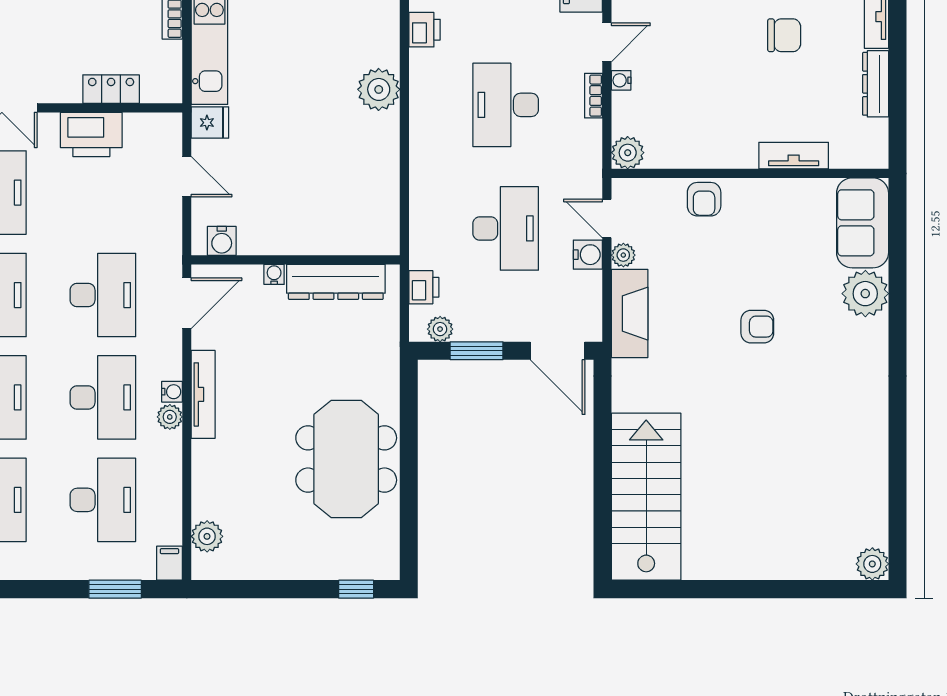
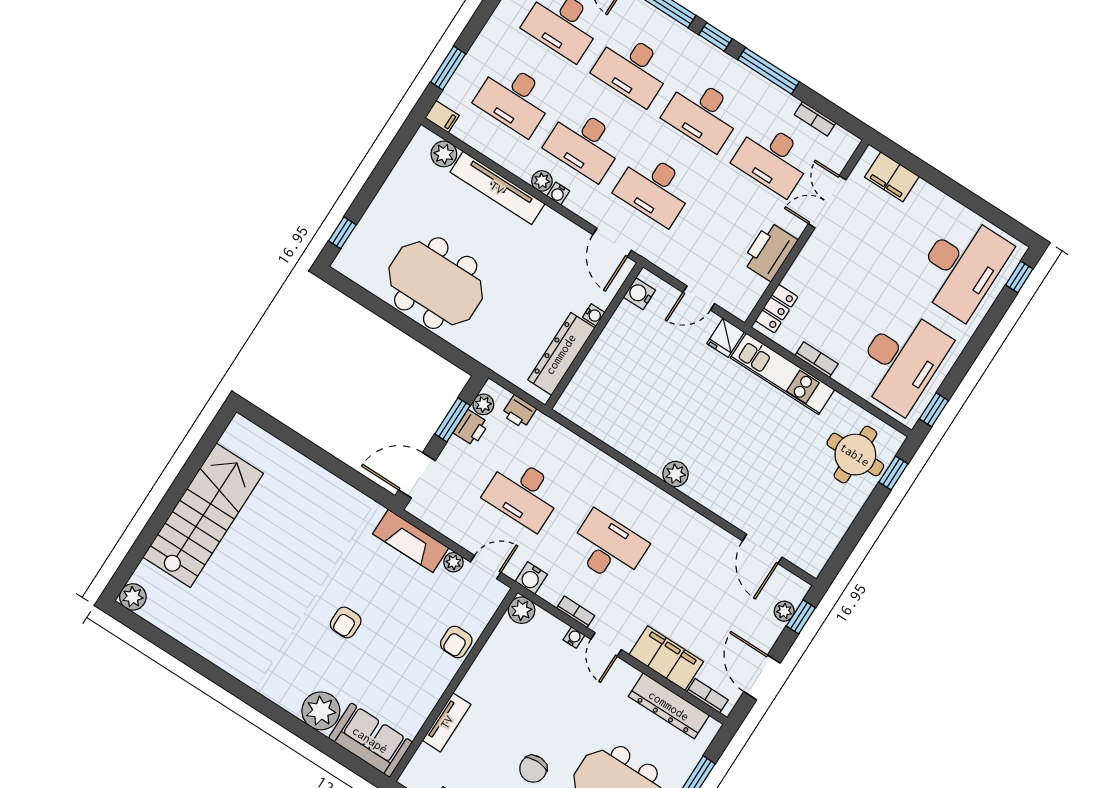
printer: (424, 30) -> (471, 428), moved, turned -90
locker: (111, 89) -> (777, 309), moved
plant: (379, 89) -> (676, 474), width x0.73, depth x0.73
armchair: (704, 199) -> (456, 642), turned -90
water cooler: (588, 255) -> (531, 578), moved
tv unit: (203, 394) -> (497, 188), moved, width x1.36, depth x1.29
stairs: (646, 497) -> (203, 515), moved, turned -90

